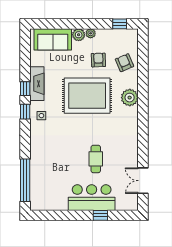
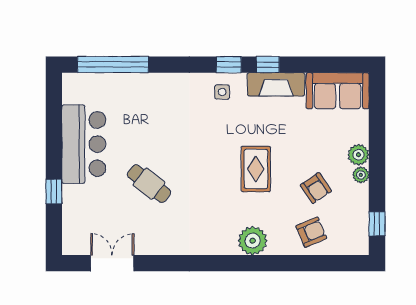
sofa: (53, 39) -> (338, 91), moved, turned -90
armchair: (98, 60) -> (316, 188), turned 58
rug: (87, 96) -> (256, 169), width x0.54, depth x0.49
cafe table: (96, 159) -> (149, 184), turned 38
bar counter: (92, 198) -> (84, 144), moved

